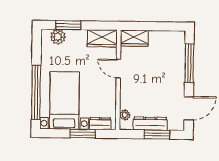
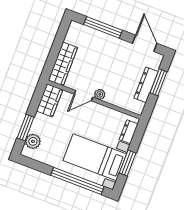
wardrobe: (134, 38) -> (63, 64), width x1.50
plant: (125, 115) -> (100, 94), moved
window: (83, 134) -> (128, 163), moved

